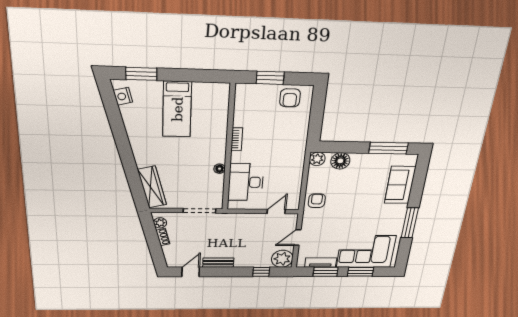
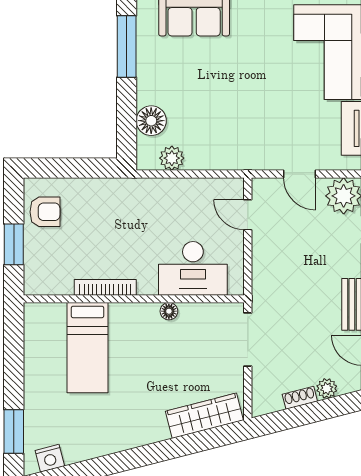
bed: (177, 109) -> (87, 348), moved, turned 90
bookcase: (237, 139) -> (105, 287), width x1.56
plant: (317, 159) -> (172, 158), moved
armchair: (317, 201) -> (226, 150), removed
plant: (160, 223) -> (327, 388), moved

